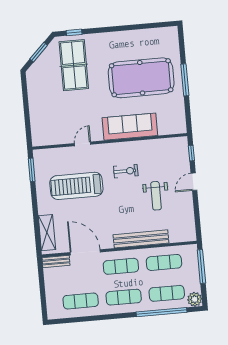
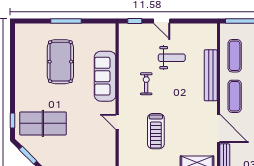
pool table: (141, 78) -> (60, 62), width x0.73, depth x0.76
treadmill: (76, 186) -> (156, 131), width x0.73, depth x0.73
door: (85, 252) -> (218, 128), swing flipped

